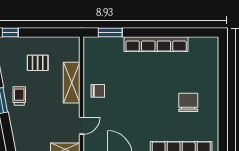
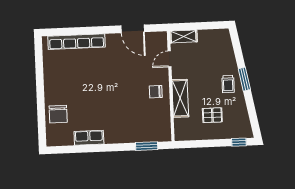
row of seats: (156, 44) -> (89, 138), width x0.50
chair: (188, 102) -> (58, 114), moved

